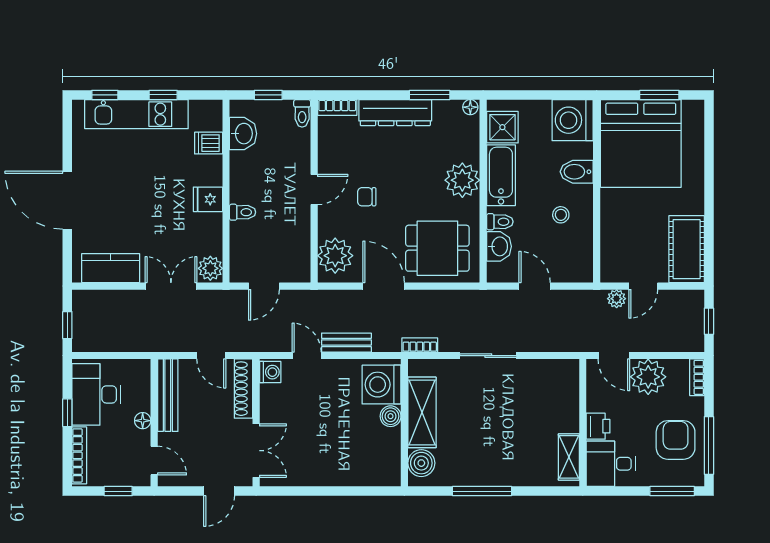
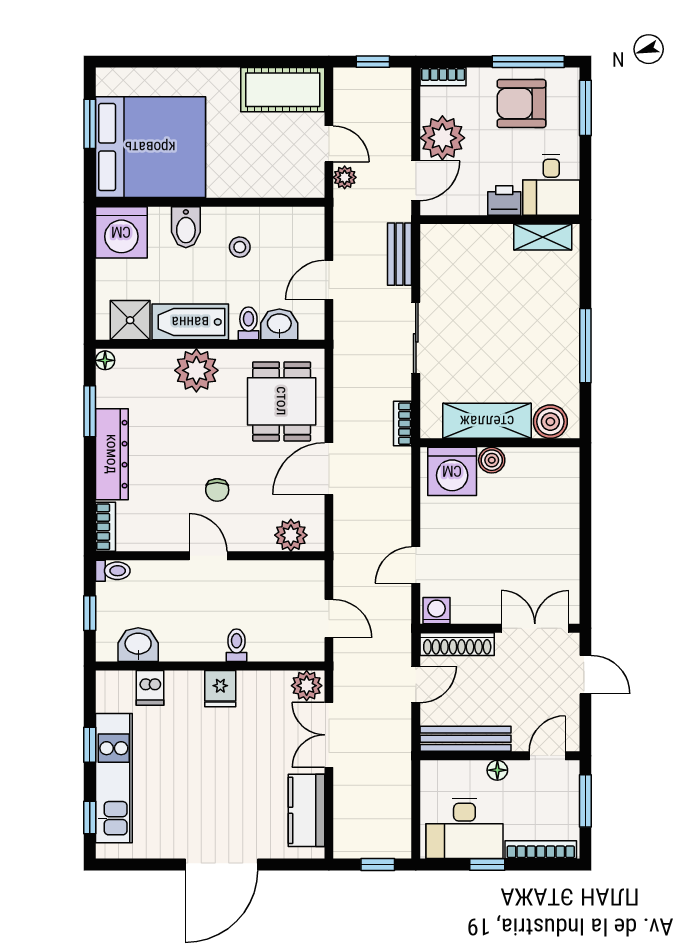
plant: (335, 256) -> (291, 535), width x0.73, depth x0.73
bench: (346, 343) -> (400, 254), moved
window: (118, 491) -> (585, 801), width x1.50

